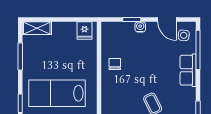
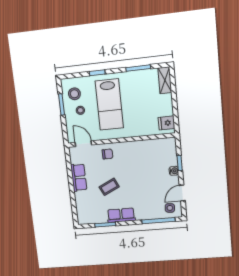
chair: (115, 64) -> (107, 154), moved
row of seats: (188, 70) -> (121, 215), moved
lab bench: (57, 93) -> (109, 104), turned 180

